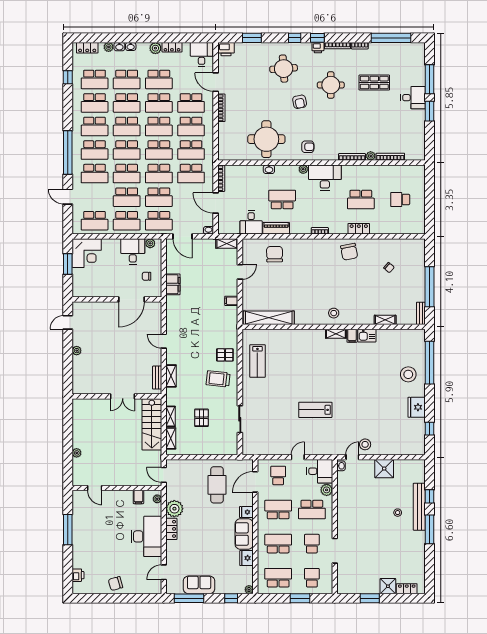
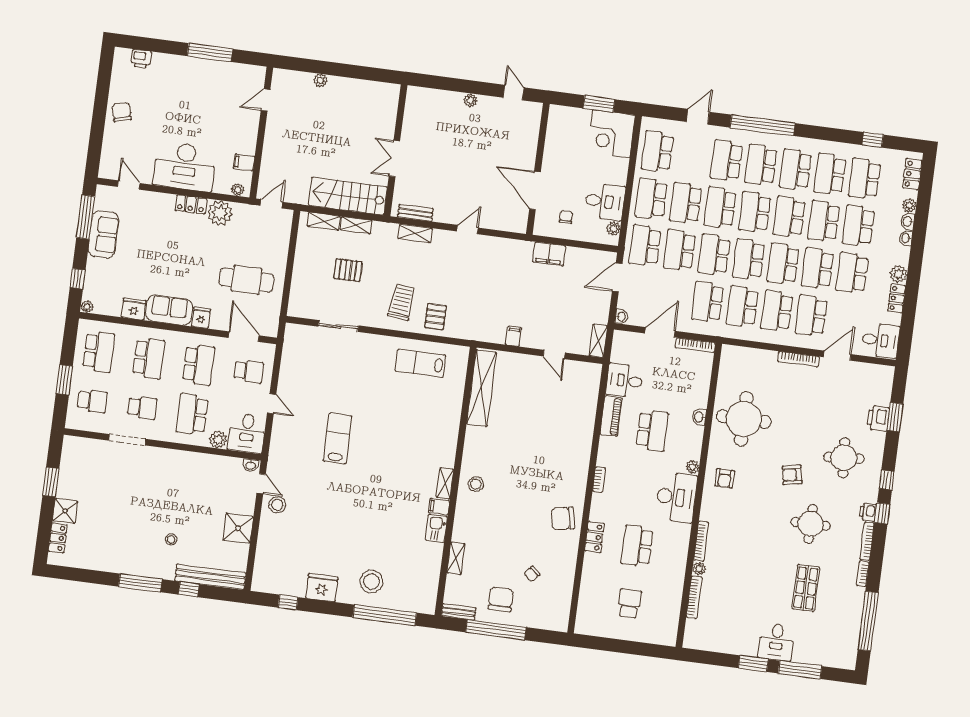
printer: (226, 49) -> (878, 419), moved
chair: (275, 254) -> (501, 599), moved, turned -89
bench: (419, 507) -> (210, 577), moved

